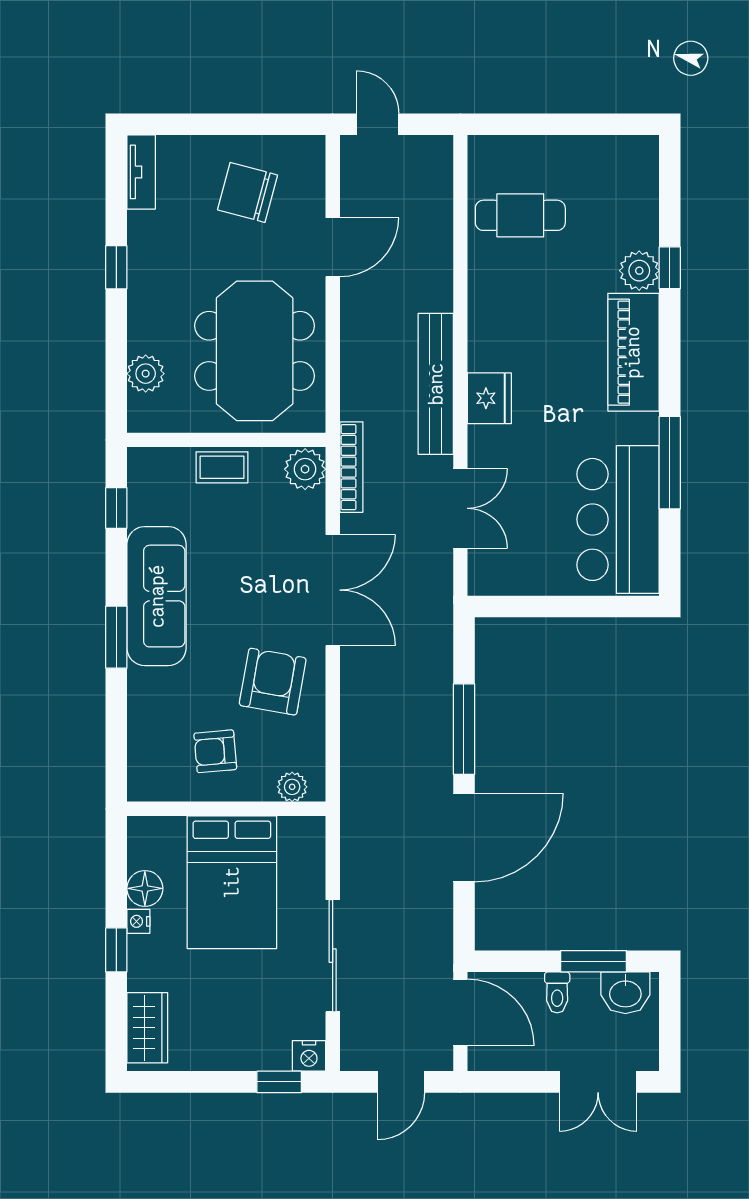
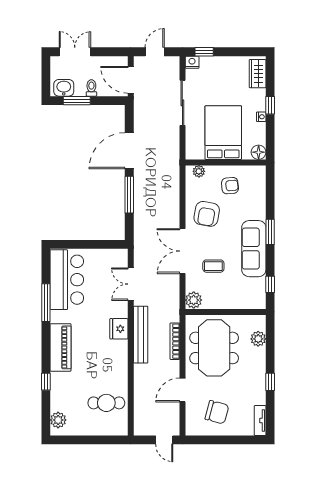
plant: (639, 271) -> (58, 420), moved
coffee table: (222, 467) -> (213, 266), moved
bookcase: (351, 467) -> (175, 341), moved
floor lamp: (145, 888) -> (259, 152), moved

